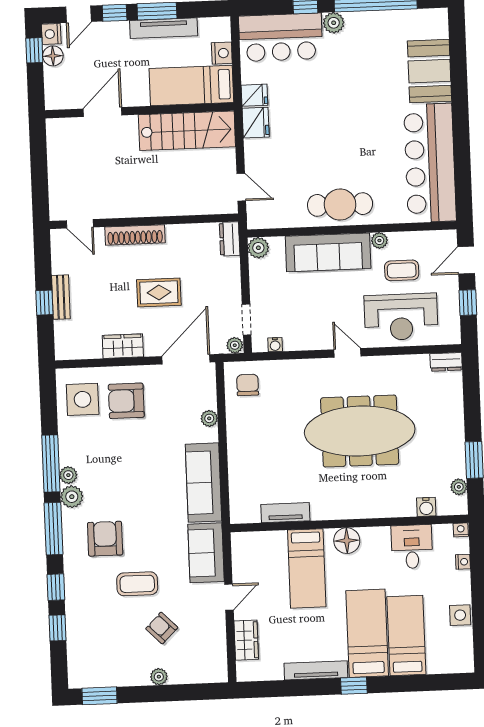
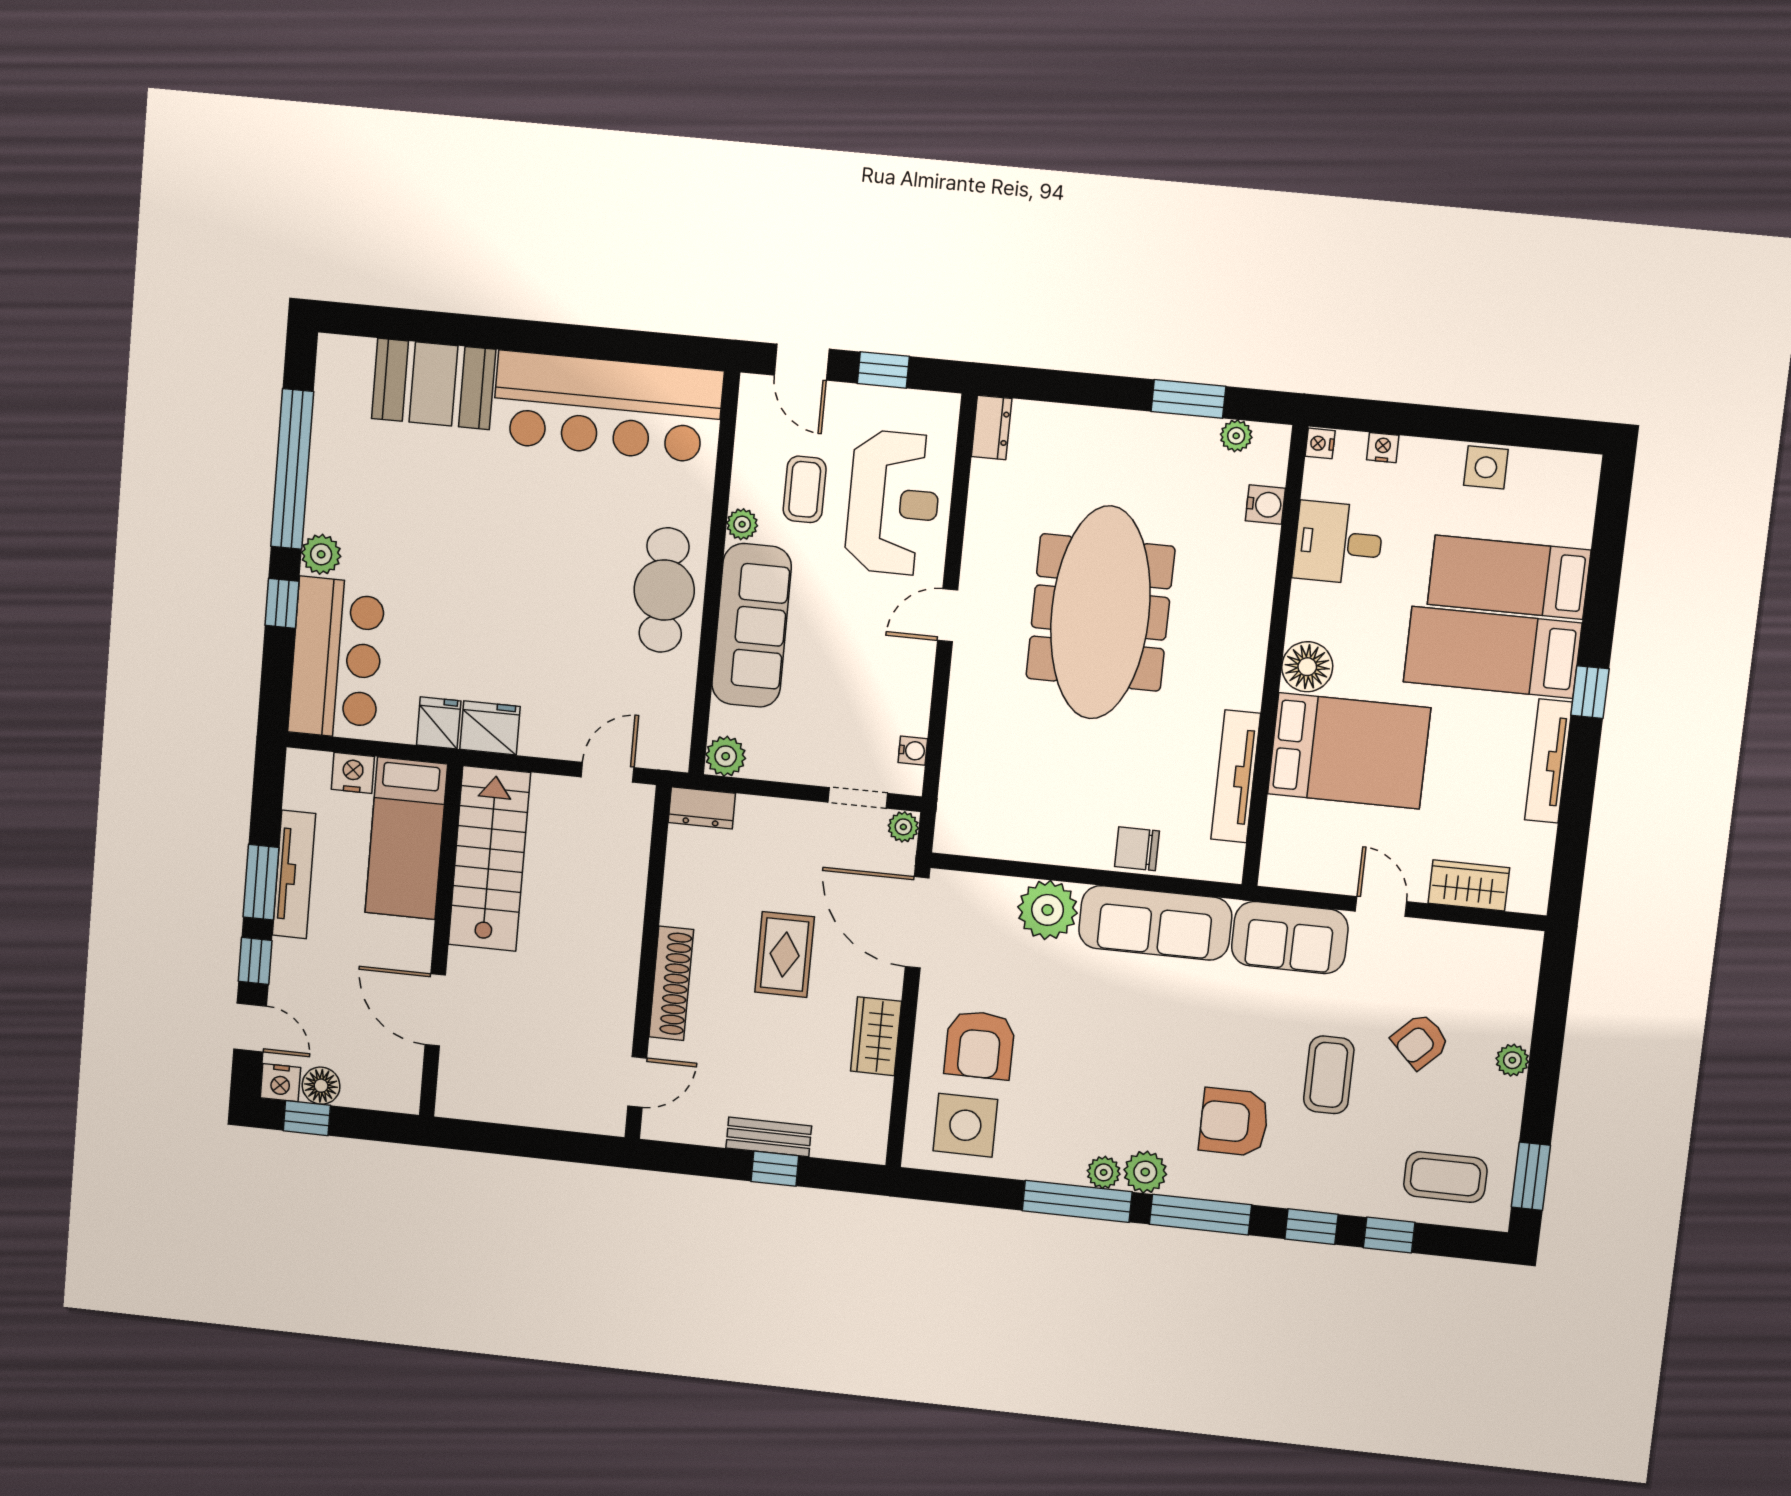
chair: (248, 385) -> (1137, 849), moved
plant: (209, 418) -> (1048, 910), width x1.87, depth x1.87
tv unit: (285, 513) -> (1236, 776), width x1.41
bed: (307, 568) -> (1349, 751), width x1.50
coffee table: (92, 652) -> (1445, 1177), added

